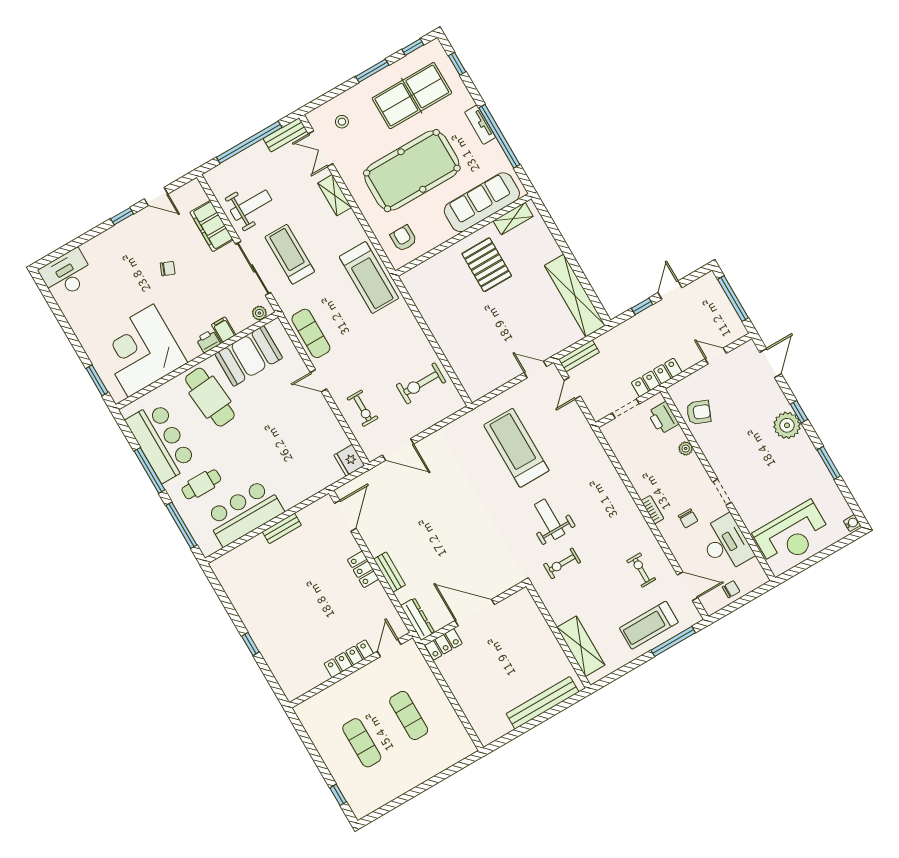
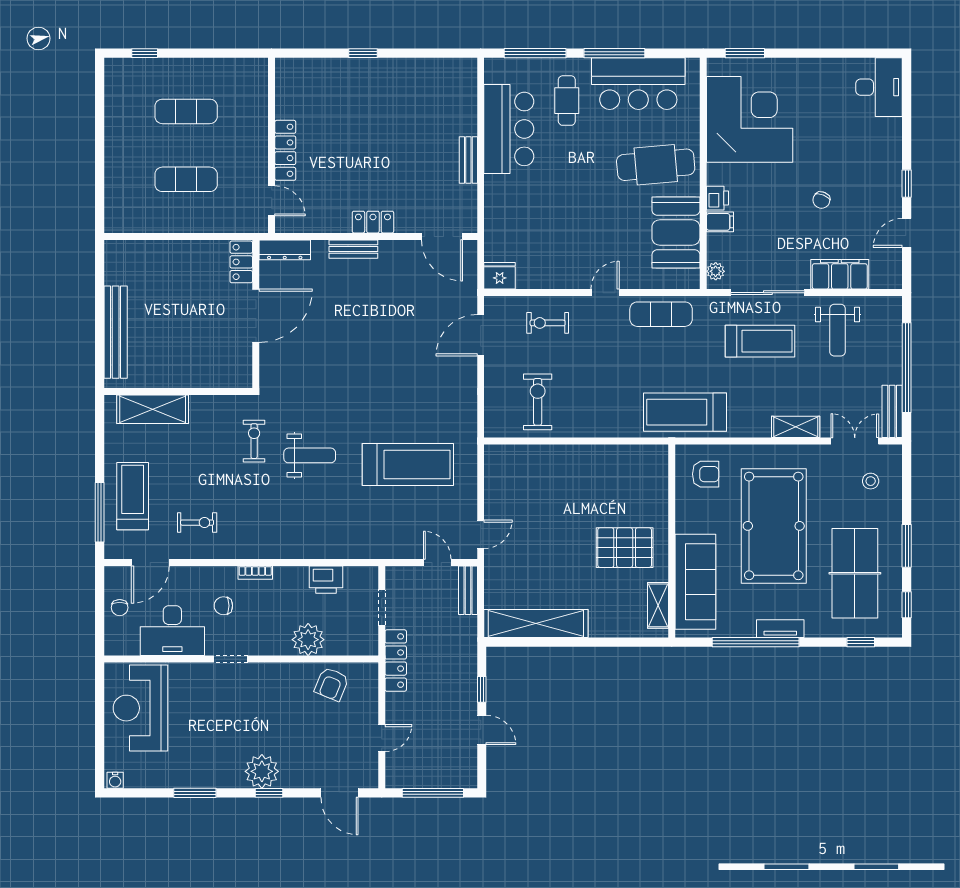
printer: (663, 418) -> (326, 580), moved, turned 180
plant: (686, 449) -> (308, 640), width x1.87, depth x1.87

